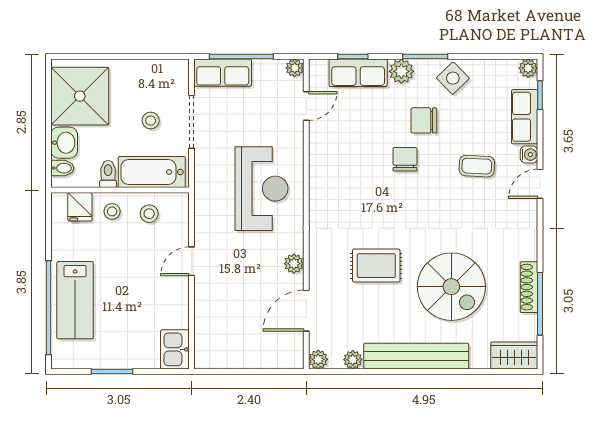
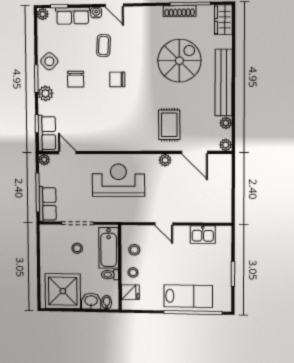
row of seats: (358, 73) -> (47, 133), moved
chair: (405, 159) -> (117, 79), moved
rug: (376, 266) -> (169, 125), moved
kitchen sink: (175, 349) -> (203, 235), moved

